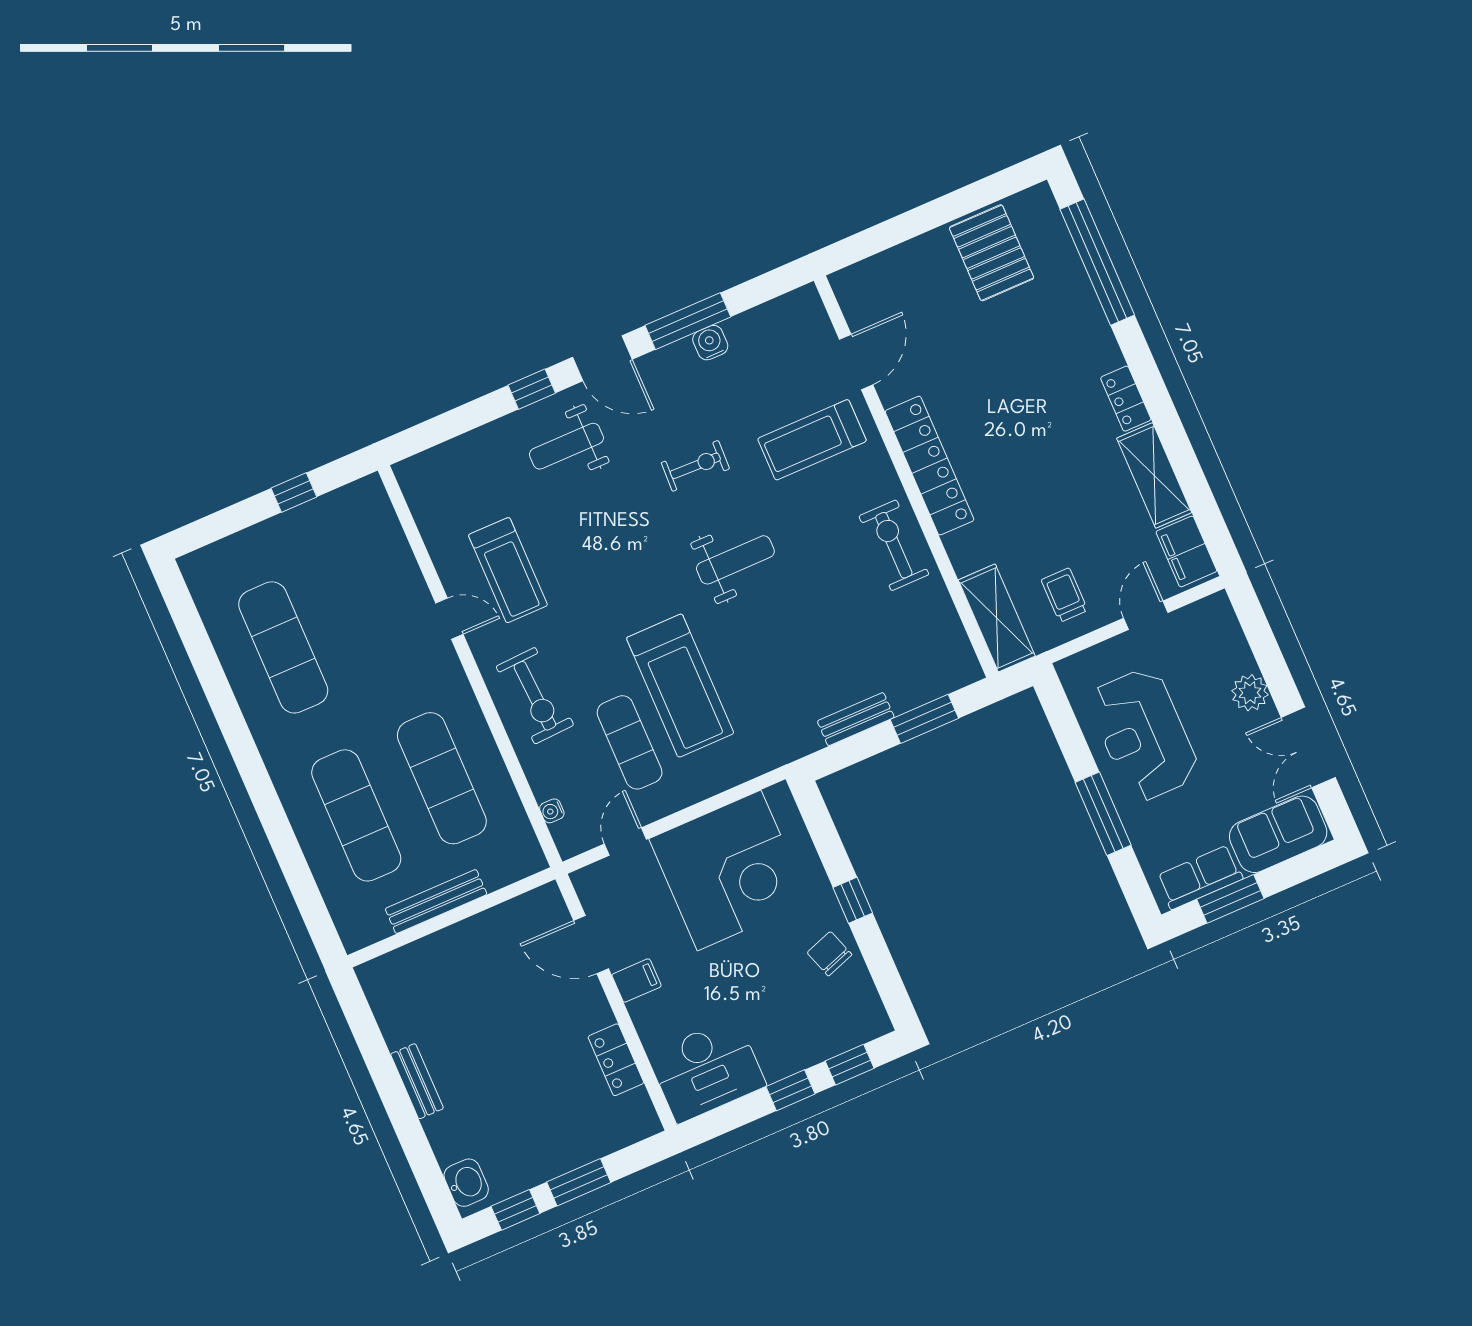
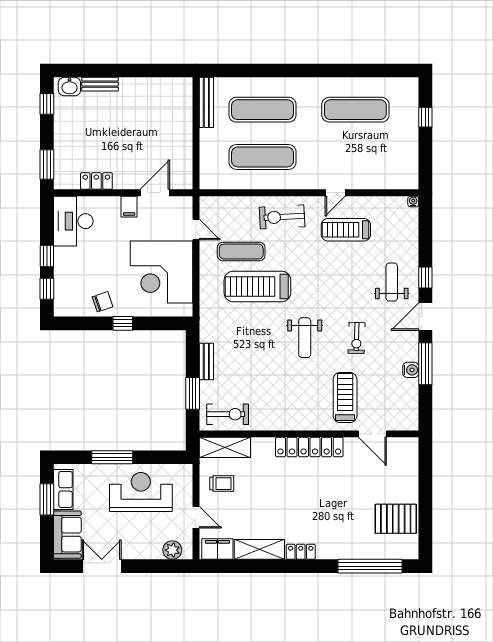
window: (294, 492) -> (425, 117), moved
exercise bike: (894, 545) -> (228, 414), moved
plant: (1250, 693) -> (172, 550), moved
water cooler: (552, 811) -> (413, 202), moved
bench: (436, 902) -> (206, 102), moved
bench: (417, 1081) -> (100, 84), moved
window: (579, 1182) -> (47, 164), moved

